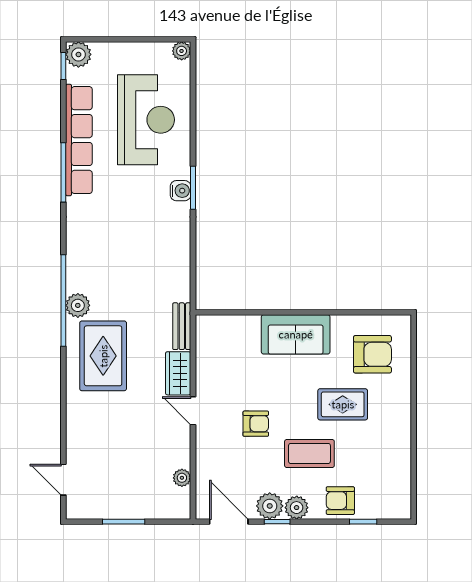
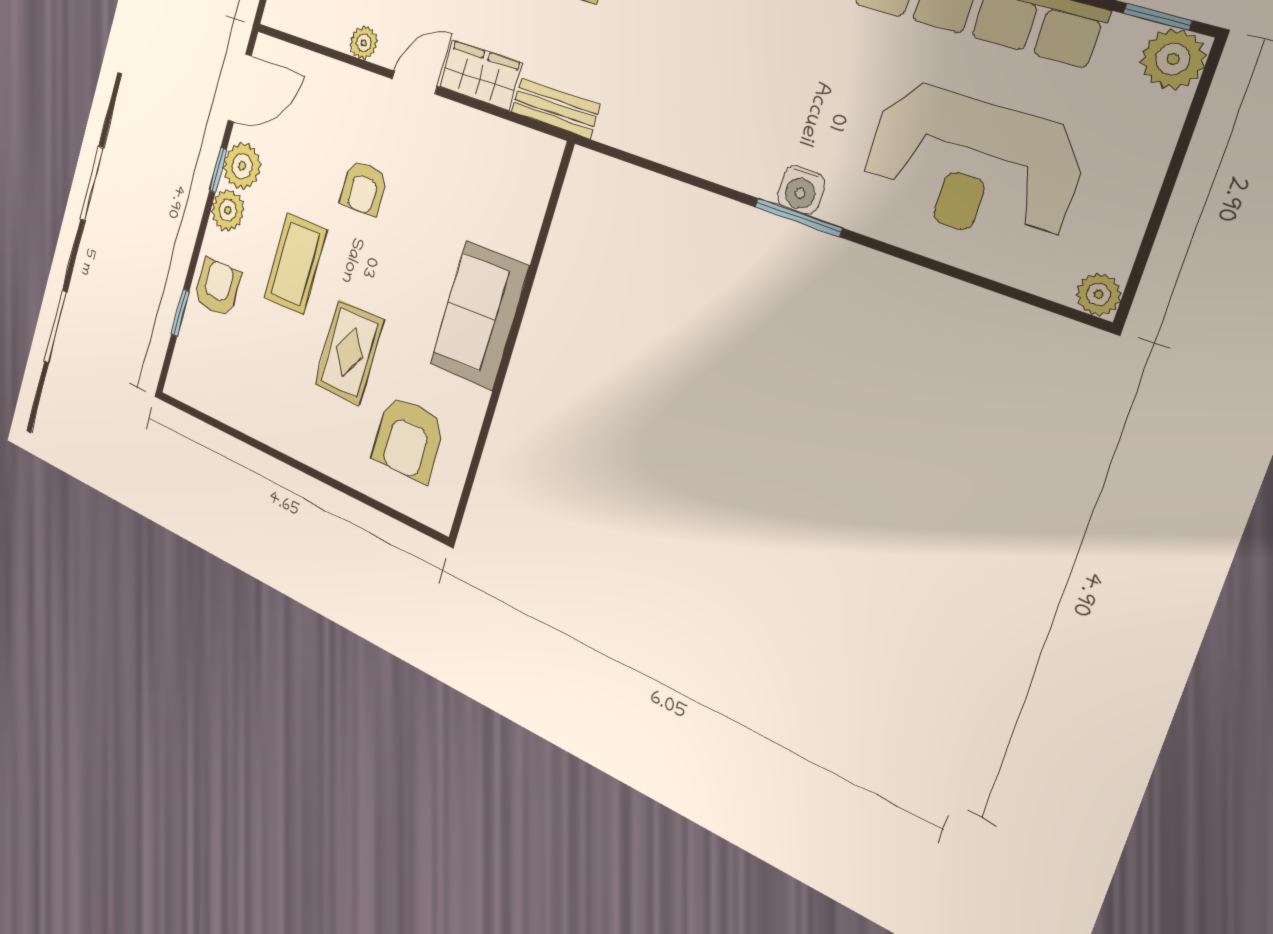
plant: (182, 478) -> (364, 43), moved

